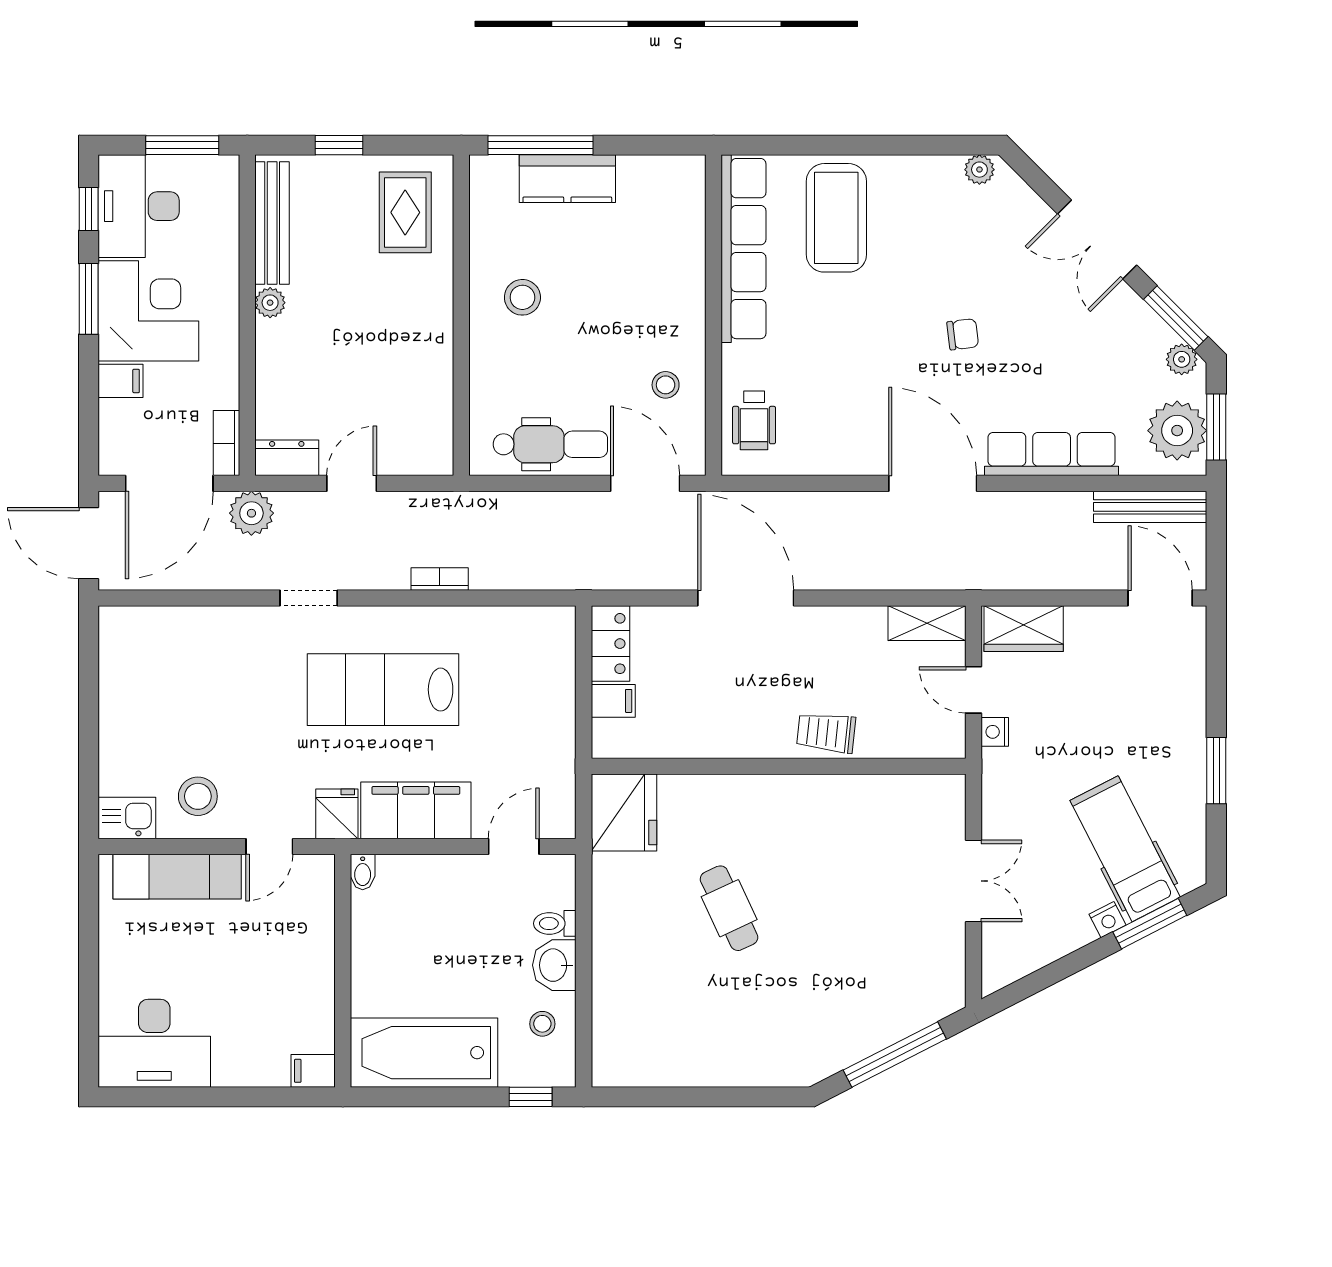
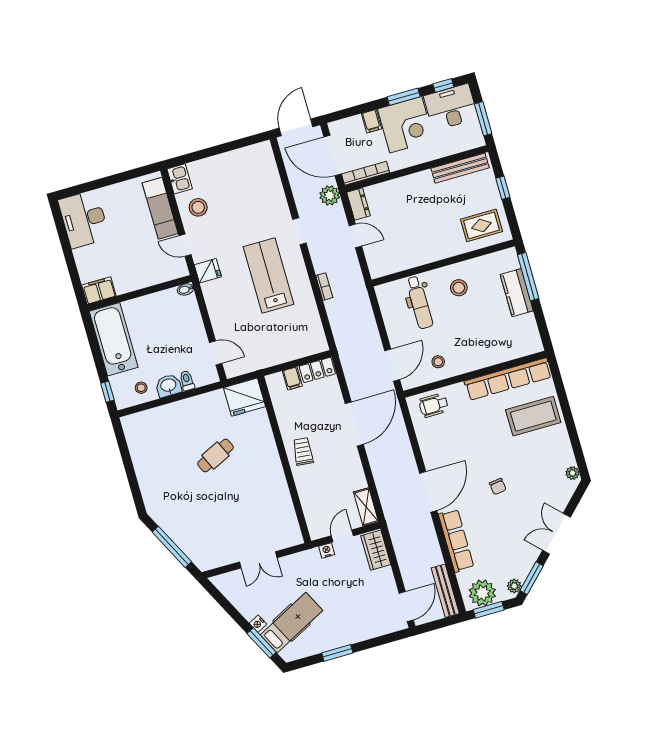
plant: (270, 303) -> (425, 177), removed
bookcase: (227, 443) -> (366, 173), width x1.56
dental chair: (550, 444) -> (419, 302), moved
trolley: (826, 733) -> (303, 451), moved
filing cabinet: (416, 810) -> (219, 305), removed
filing cabinet: (313, 1071) -> (99, 291), width x2.00

